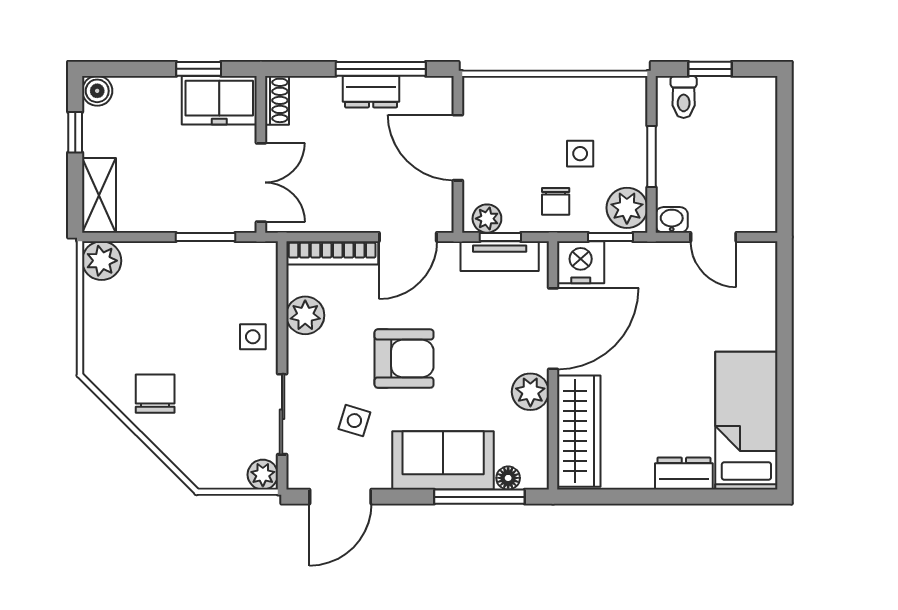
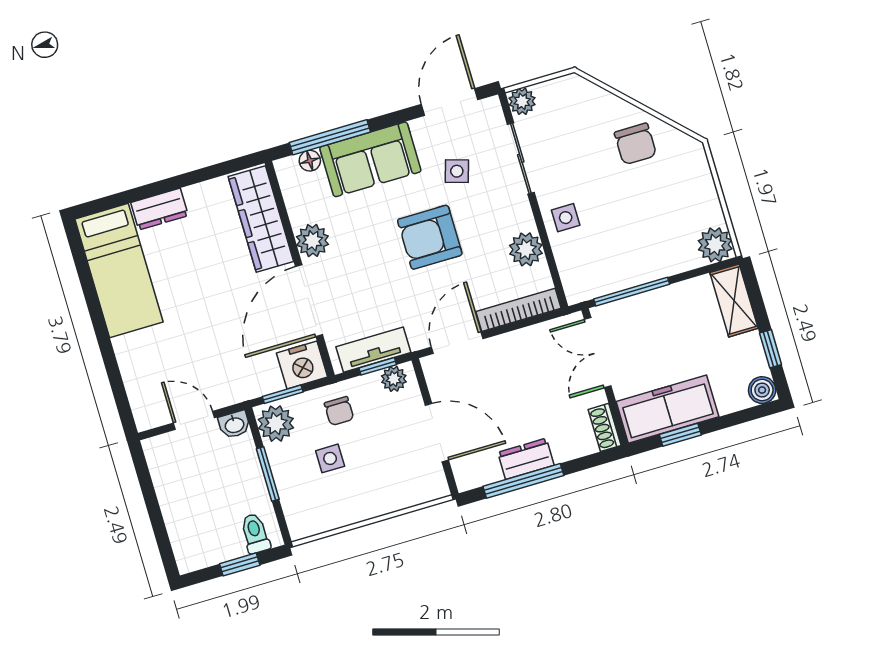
freezer: (219, 100) -> (667, 409), width x1.40
chair: (556, 201) -> (339, 411), turned 180
window: (205, 237) -> (632, 292), width x1.44

